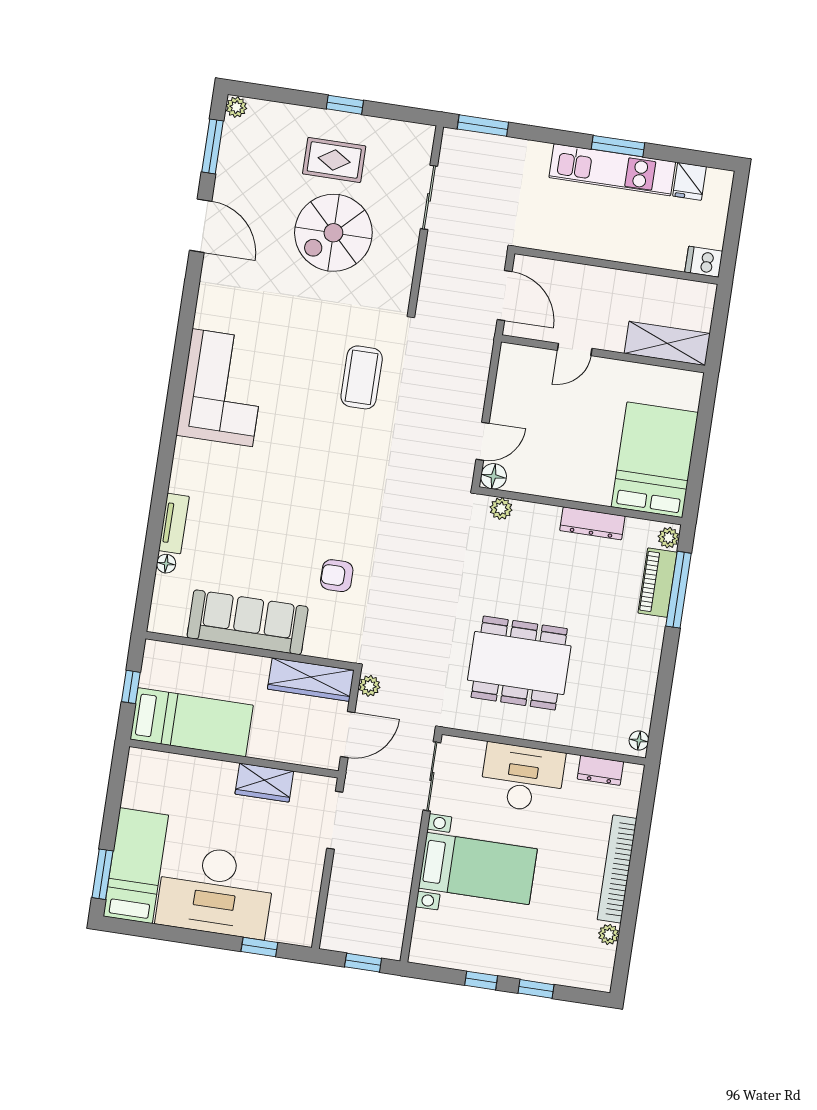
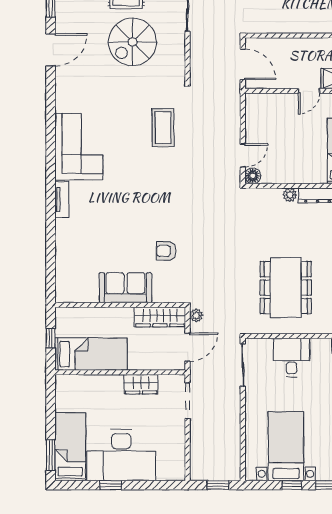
door: (201, 226) -> (51, 50), hinge flipped
door: (575, 349) -> (309, 91), moved
plant: (501, 509) -> (290, 195), moved
tv unit: (174, 523) -> (62, 200), moved
floor lamp: (166, 564) -> (61, 259), removed
sofa: (248, 622) -> (125, 288), width x0.73
dining table: (519, 663) -> (286, 288), turned 90
desk: (522, 778) -> (292, 357), width x0.73
bed with nightstands: (478, 868) -> (286, 446), moved, turned -90
window: (259, 947) -> (111, 485), moved

